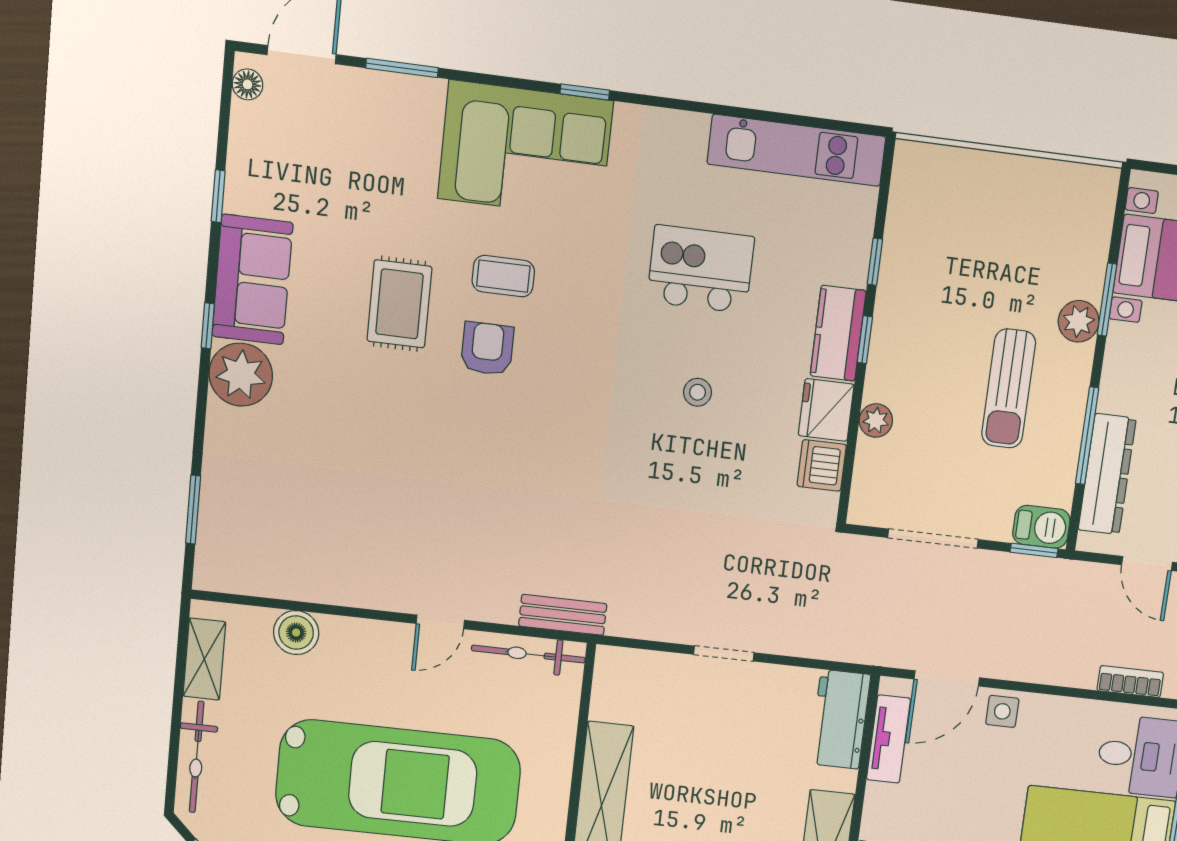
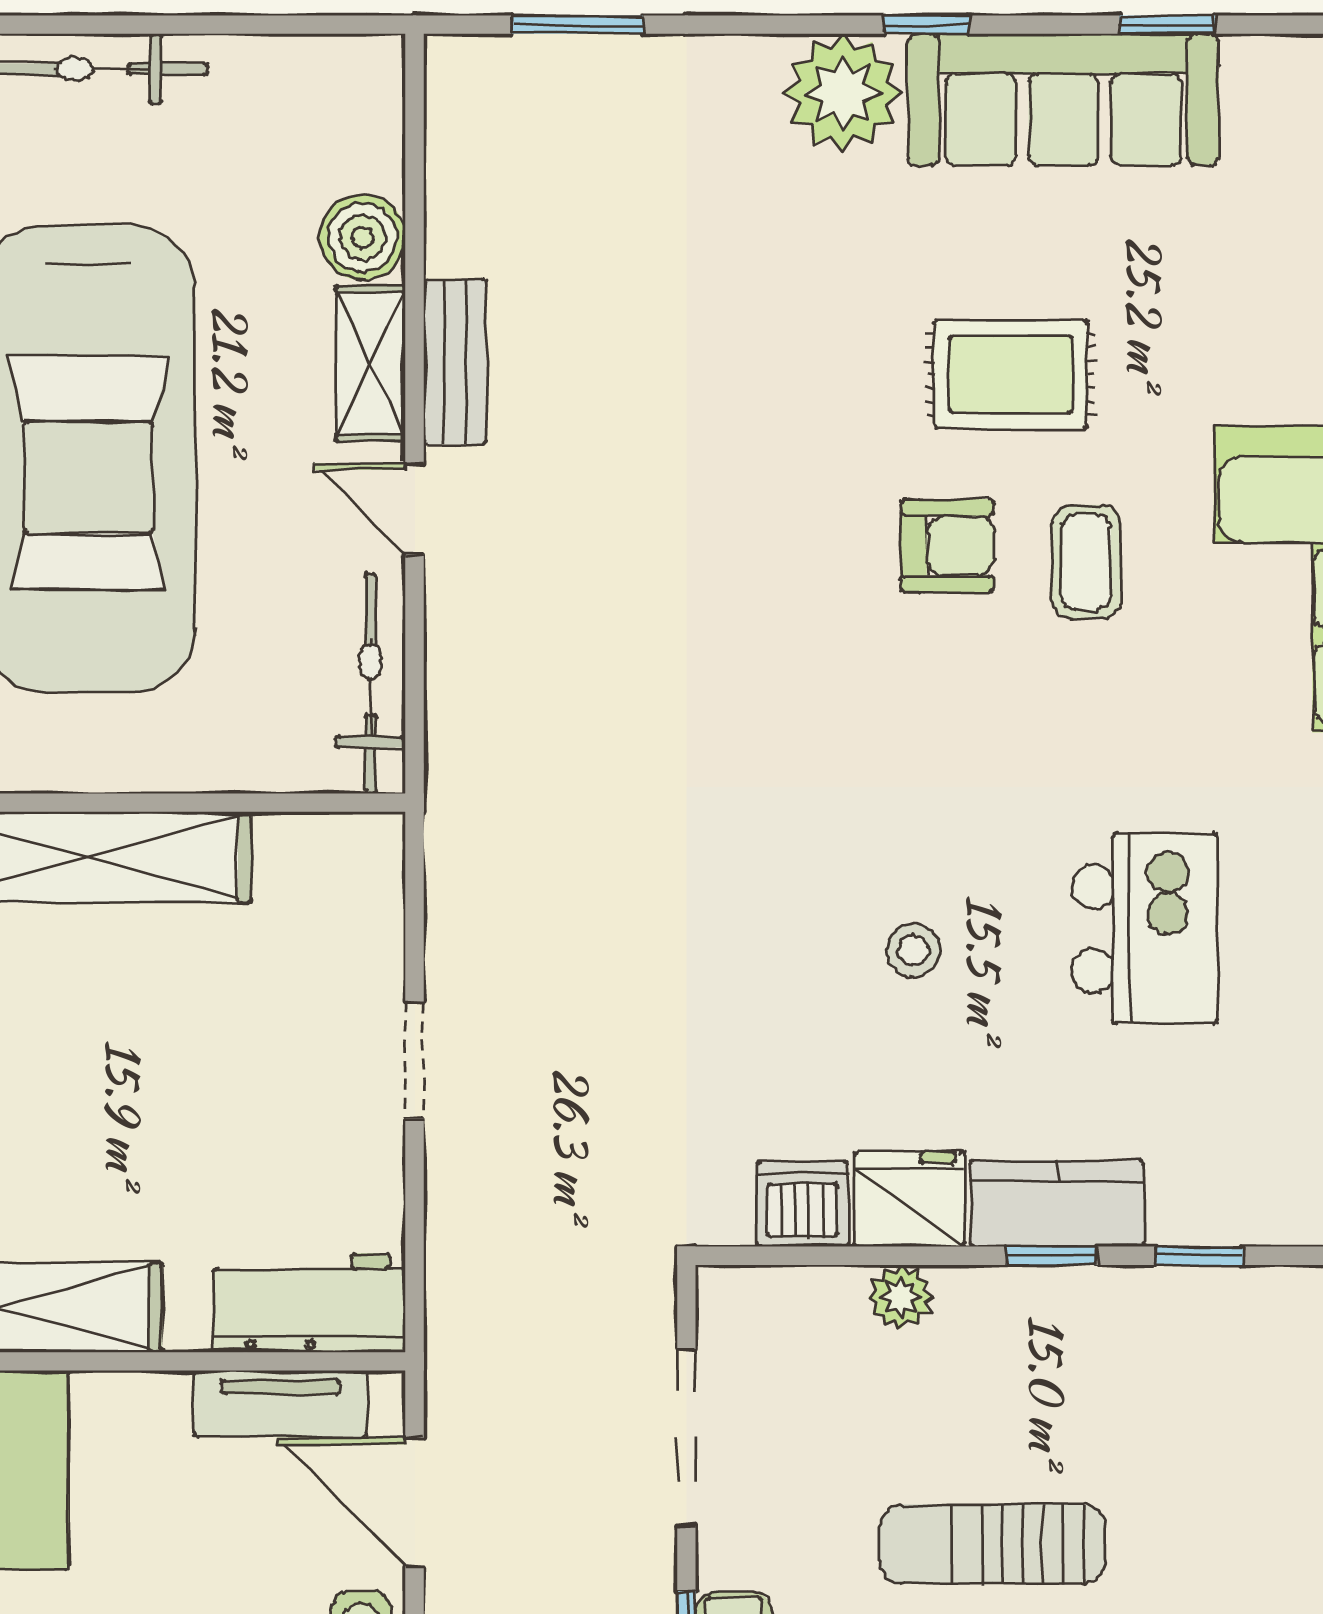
sofa: (252, 280) -> (1063, 100), width x1.36
bench: (563, 615) -> (455, 362), moved
shelving: (204, 659) -> (371, 364), moved, turned 90

